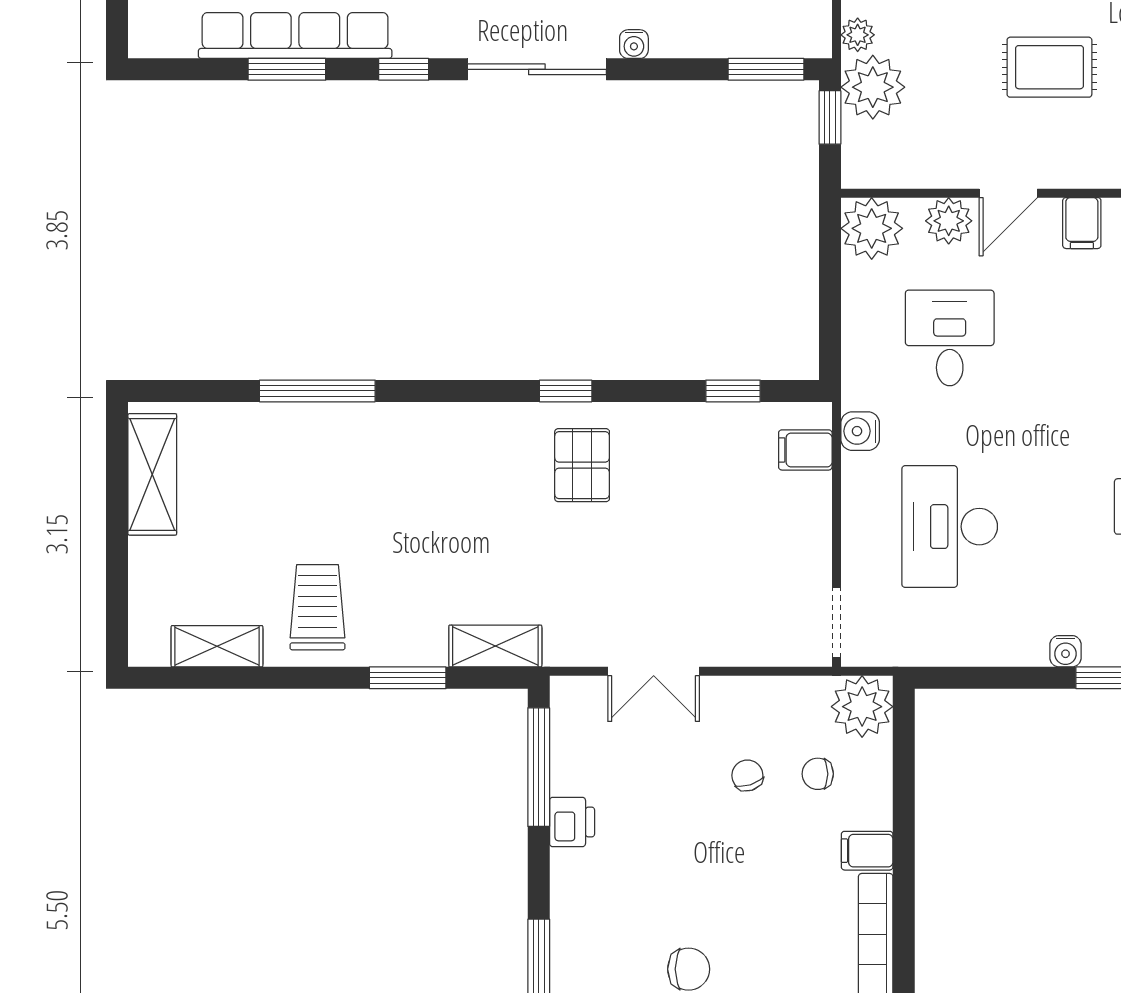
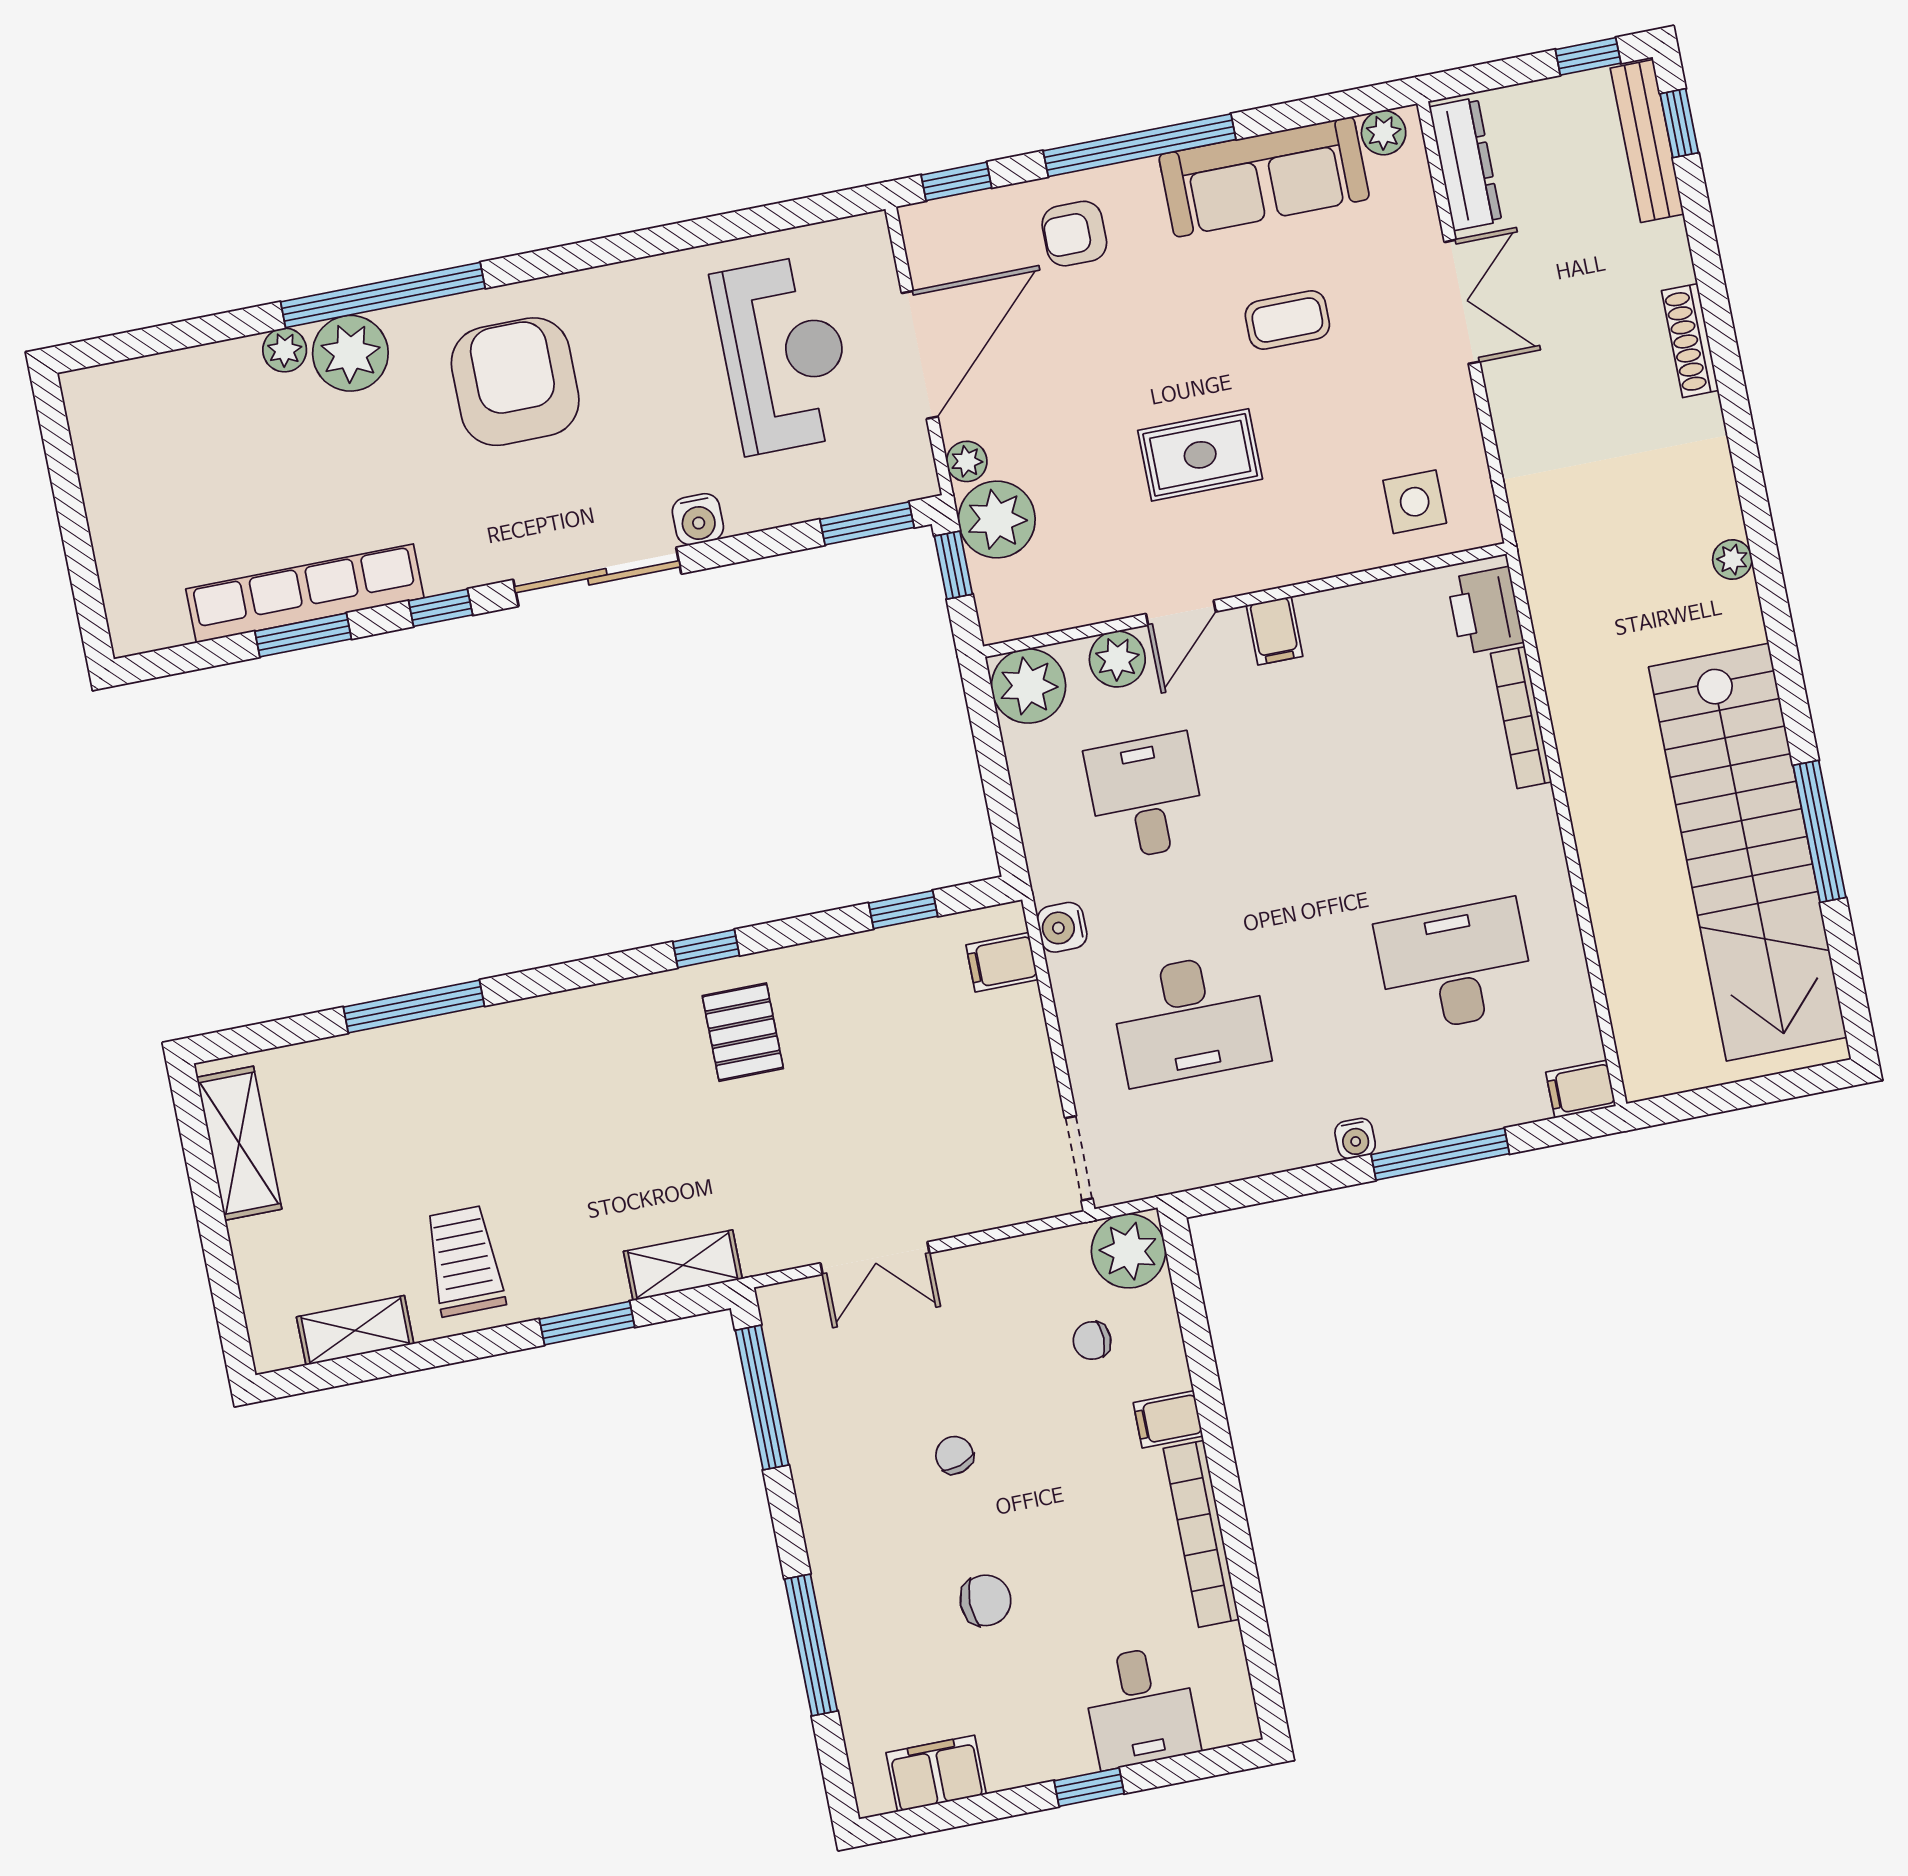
water cooler: (634, 44) -> (698, 519), width x1.38, depth x1.38
desk: (950, 527) -> (1190, 1019), turned -90
chair: (747, 775) -> (954, 1455), moved
printer: (572, 822) -> (814, 1454), removed

